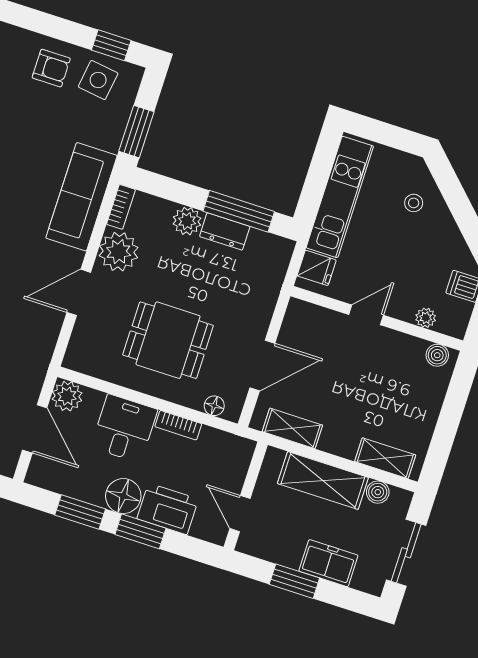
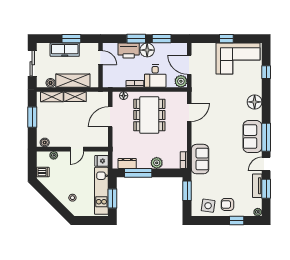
window: (111, 45) -> (237, 221), moved
window: (320, 170) -> (112, 199), added
sofa: (81, 197) -> (200, 159), width x0.73
dresser: (225, 231) -> (127, 163), moved
plant: (119, 252) -> (179, 143), removed
door: (79, 292) -> (189, 112), moved
dining table: (168, 340) -> (149, 115), width x1.38
window: (447, 425) -> (32, 117), added
shelving: (292, 428) -> (75, 97), moved
freezer: (328, 563) -> (65, 50), width x1.40

